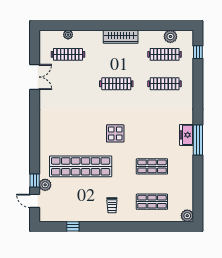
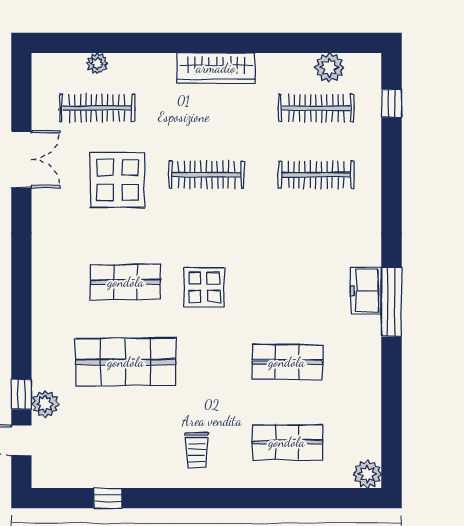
display table: (77, 86) -> (118, 180), added
shop shelf: (81, 131) -> (126, 282), added
shop shelf: (81, 166) -> (126, 362), width x0.71

